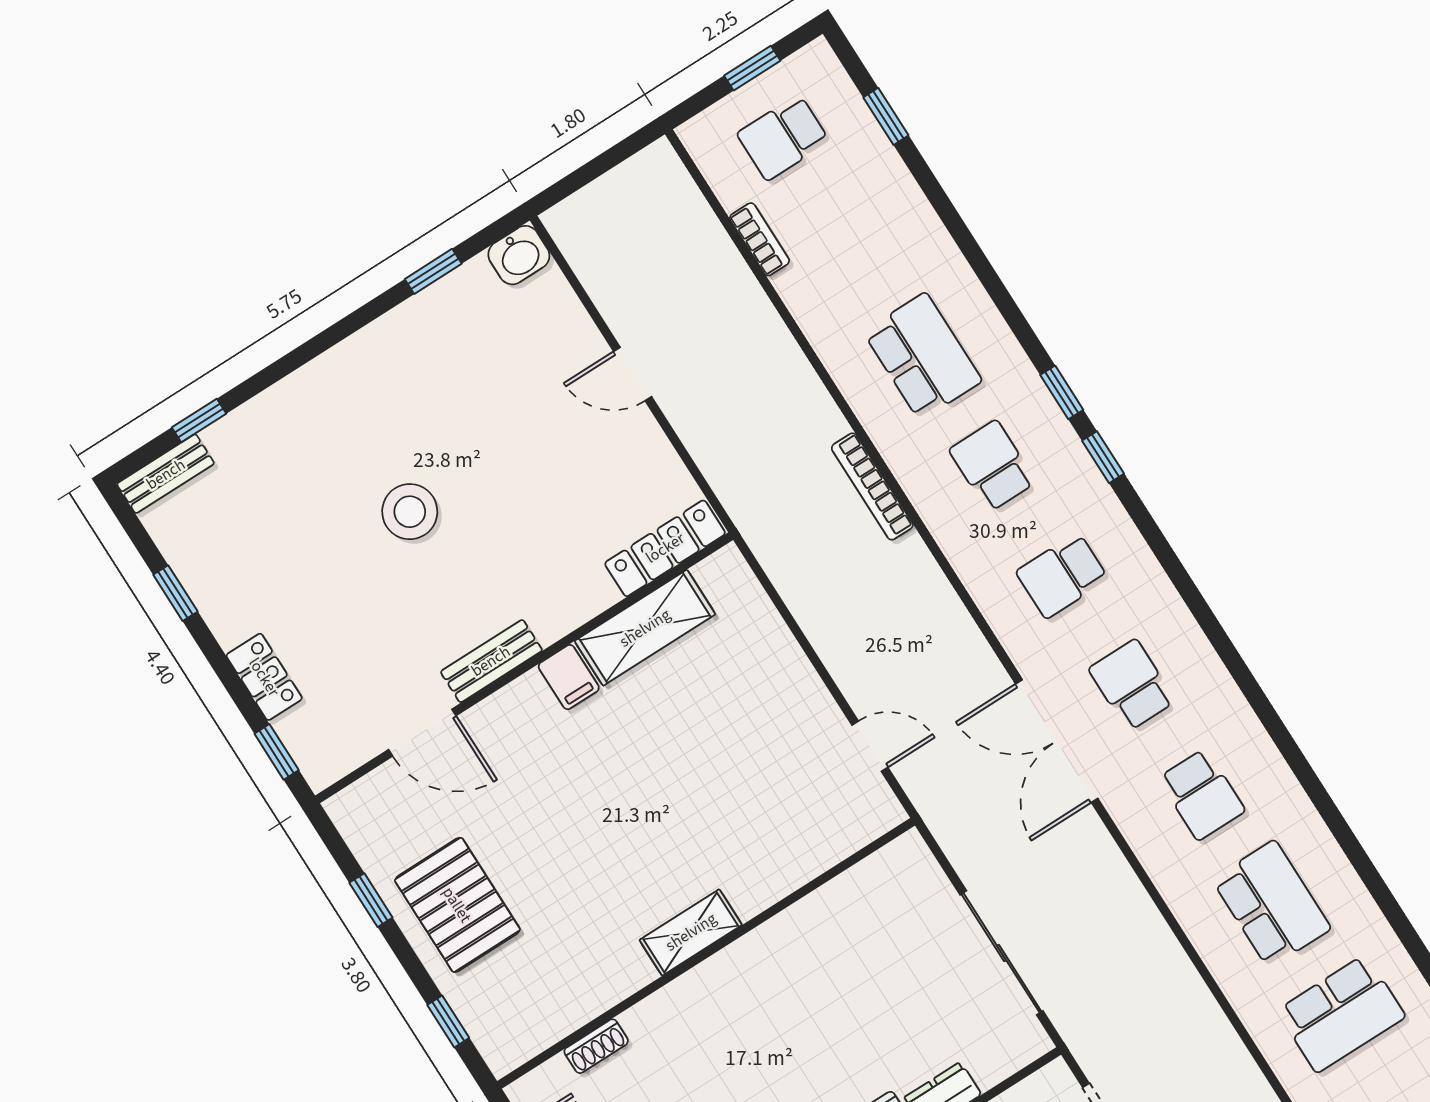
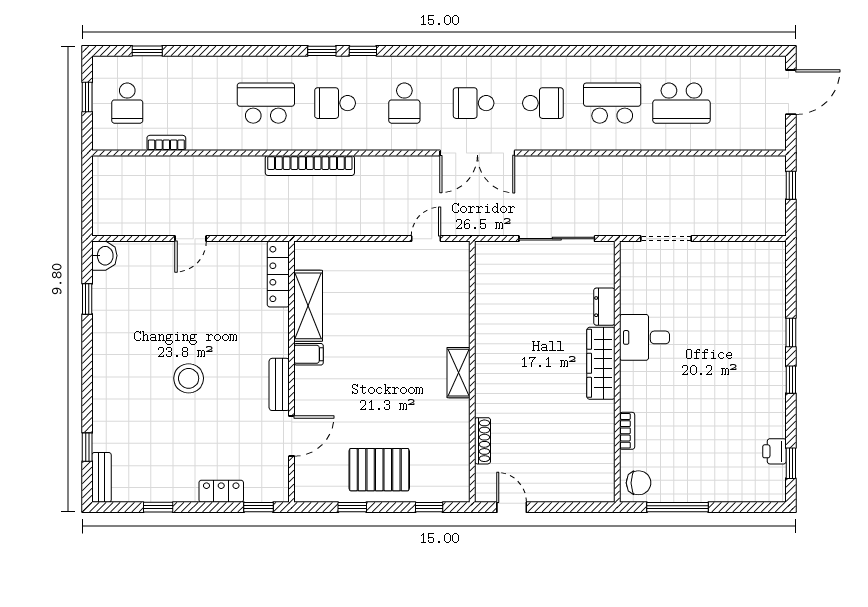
bookcase: (872, 487) -> (310, 165), width x1.48, depth x1.31
school desk: (1341, 1014) -> (681, 103), turned 90
shoe rack: (596, 1046) -> (483, 441), width x1.43

